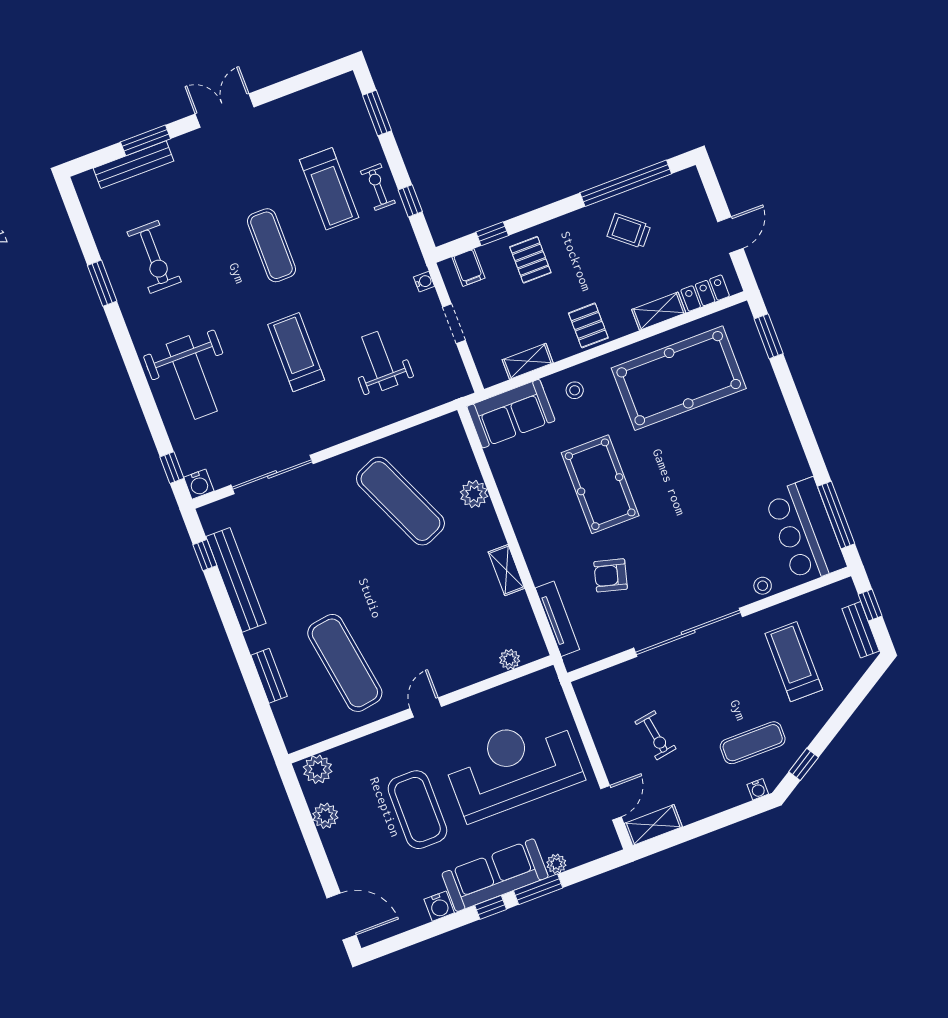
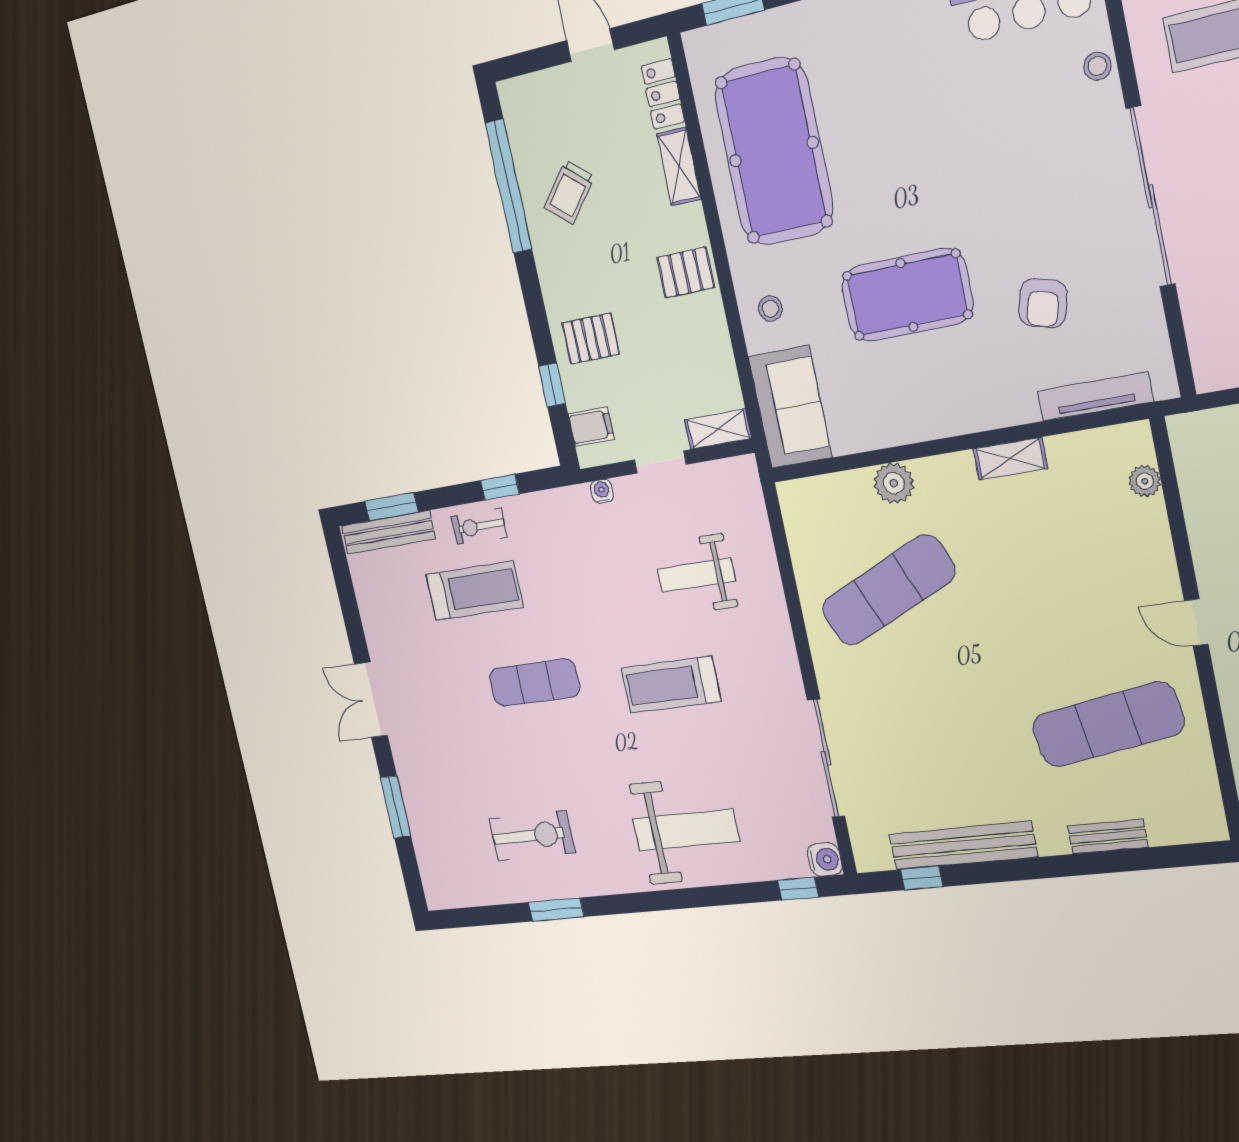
bench: (133, 165) -> (388, 532), moved, turned 90
shelving: (528, 361) -> (718, 429), moved, turned 90

